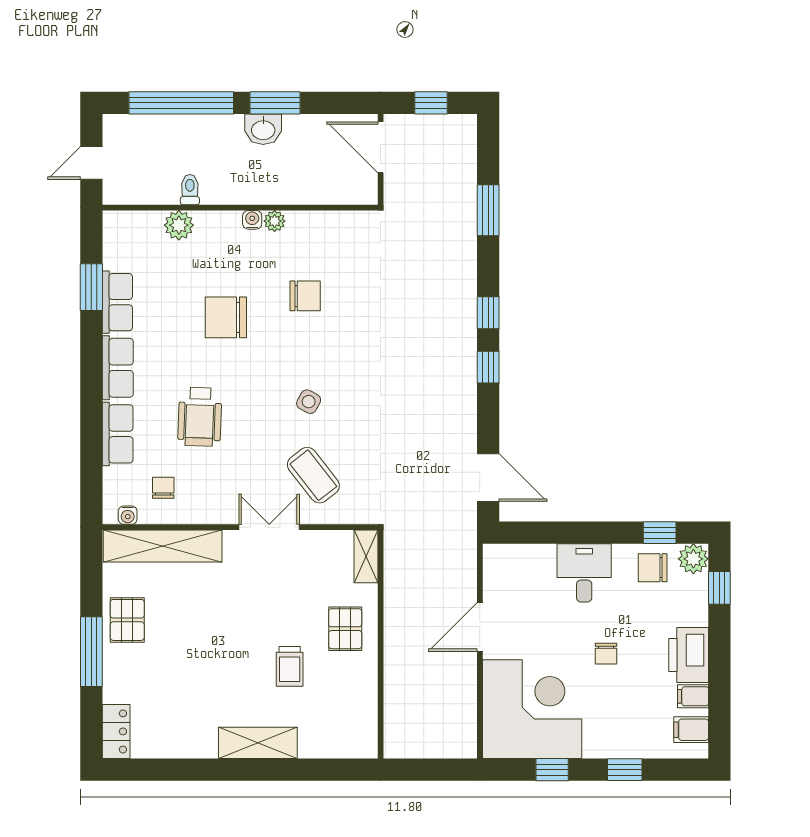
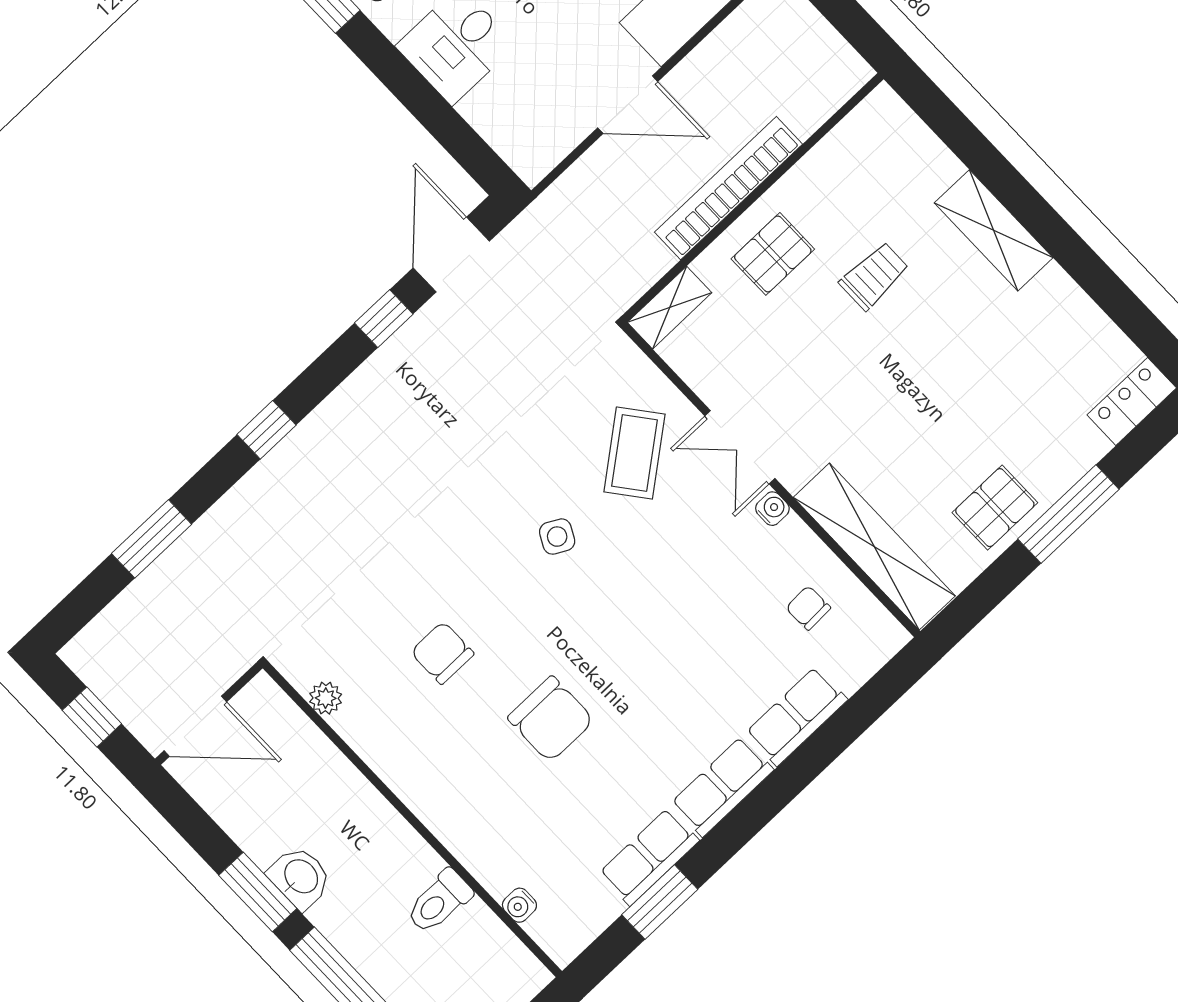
door: (381, 147) -> (195, 726), hinge flipped
toilet: (190, 190) -> (439, 902), width x1.37, depth x1.39
water cooler: (252, 220) -> (519, 905), moved
plant: (275, 221) -> (326, 698), moved
plant: (179, 225) -> (497, 870), removed
window: (488, 367) -> (384, 319), moved
wheelchair: (200, 417) -> (690, 643), removed
chair: (163, 488) -> (808, 608), turned 88
water cooler: (128, 515) -> (772, 509), moved
bookcase: (396, 637) -> (729, 188), added

